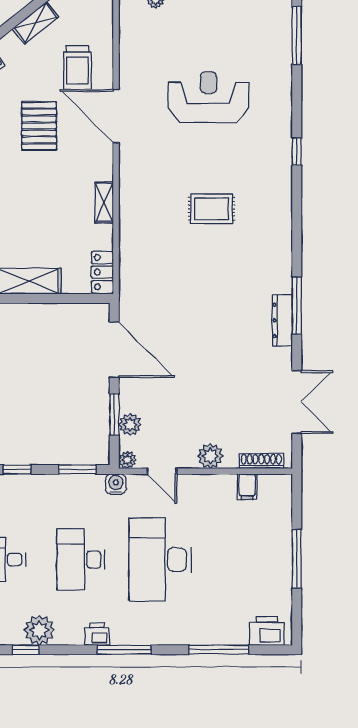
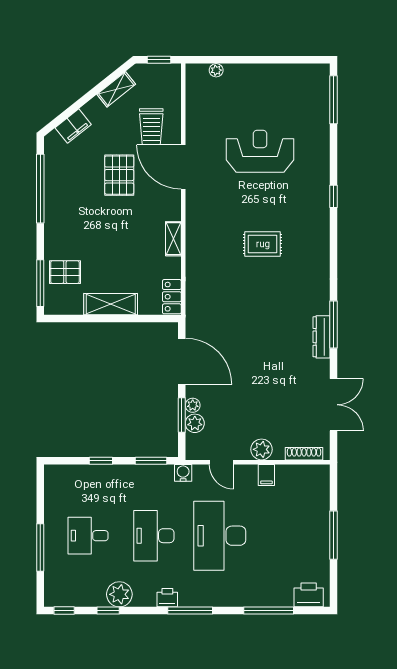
plant: (127, 460) -> (193, 405), moved
filing cabinet: (247, 487) -> (266, 475), moved

